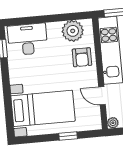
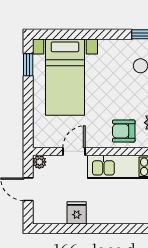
window: (68, 136) -> (28, 65), moved

